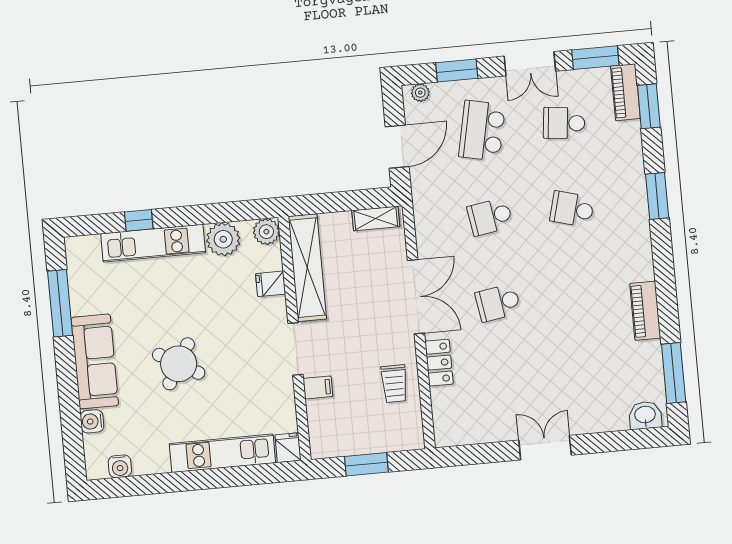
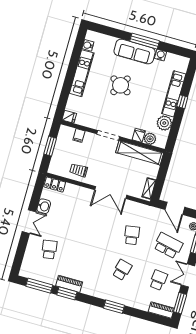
window: (649, 106) -> (67, 293), moved
window: (139, 220) -> (182, 102), moved
plant: (266, 232) -> (150, 139), moved
window: (60, 303) -> (145, 41), moved
school desk: (498, 303) -> (49, 250), moved
locker: (439, 363) -> (55, 185), moved
filing cabinet: (318, 387) -> (79, 136), moved
washbasin: (645, 415) -> (44, 206), moved
water cooler: (92, 421) -> (161, 55), moved
kitchen unit: (222, 453) -> (82, 73), moved

